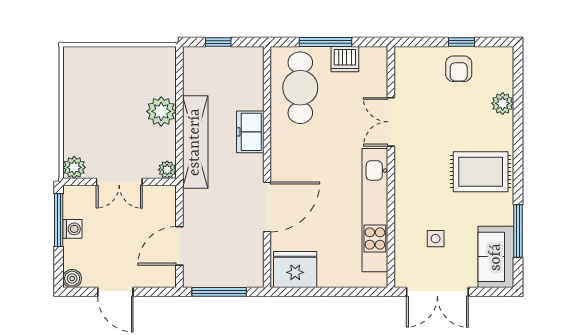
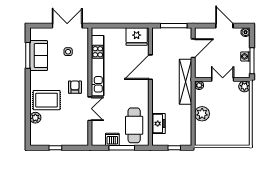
armchair: (459, 69) -> (75, 87), moved
freezer: (250, 132) -> (159, 124), moved
shelving: (195, 142) -> (185, 82), moved
rug: (481, 172) -> (47, 100), moved
sofa: (496, 257) -> (39, 56), moved

